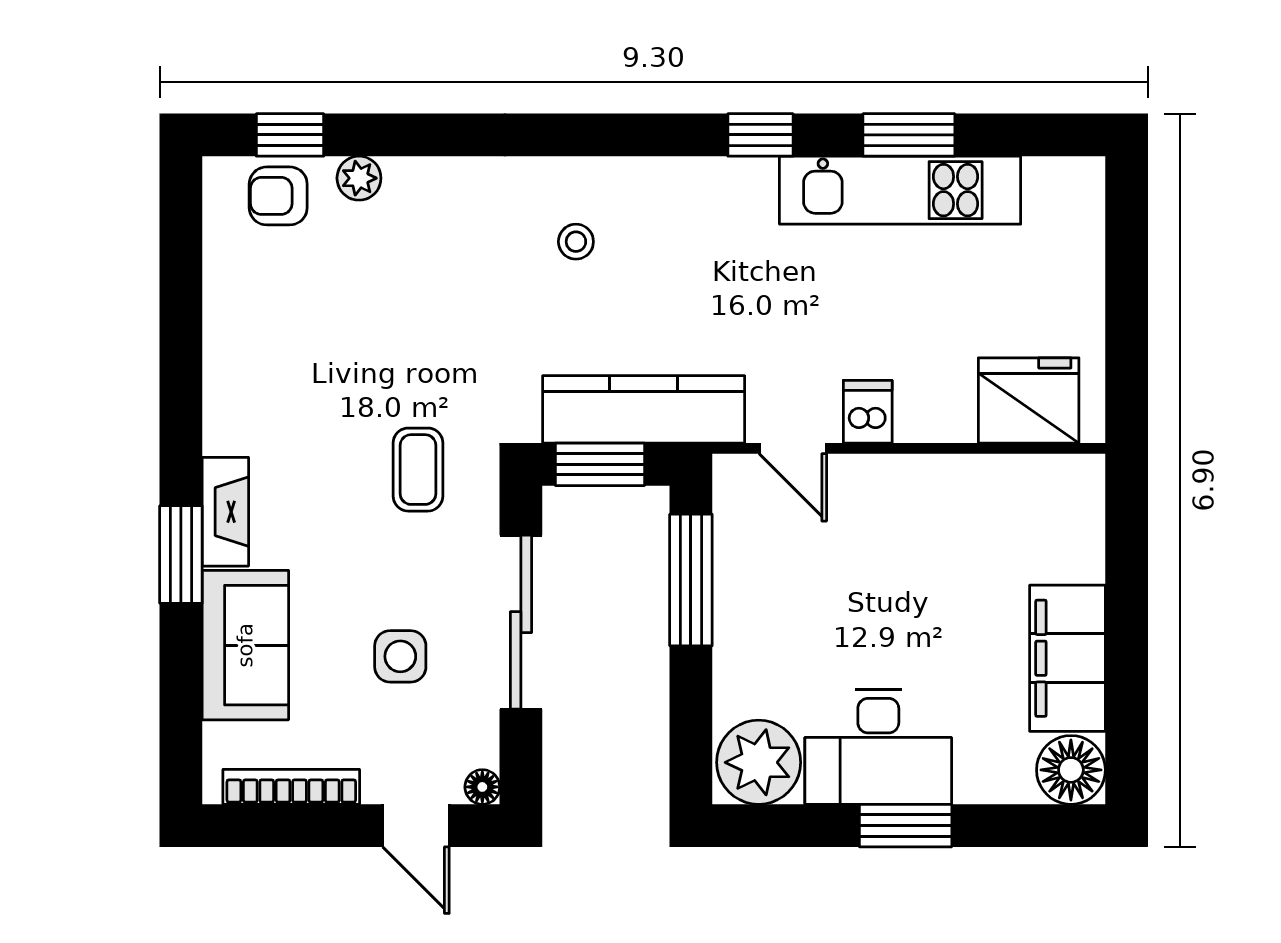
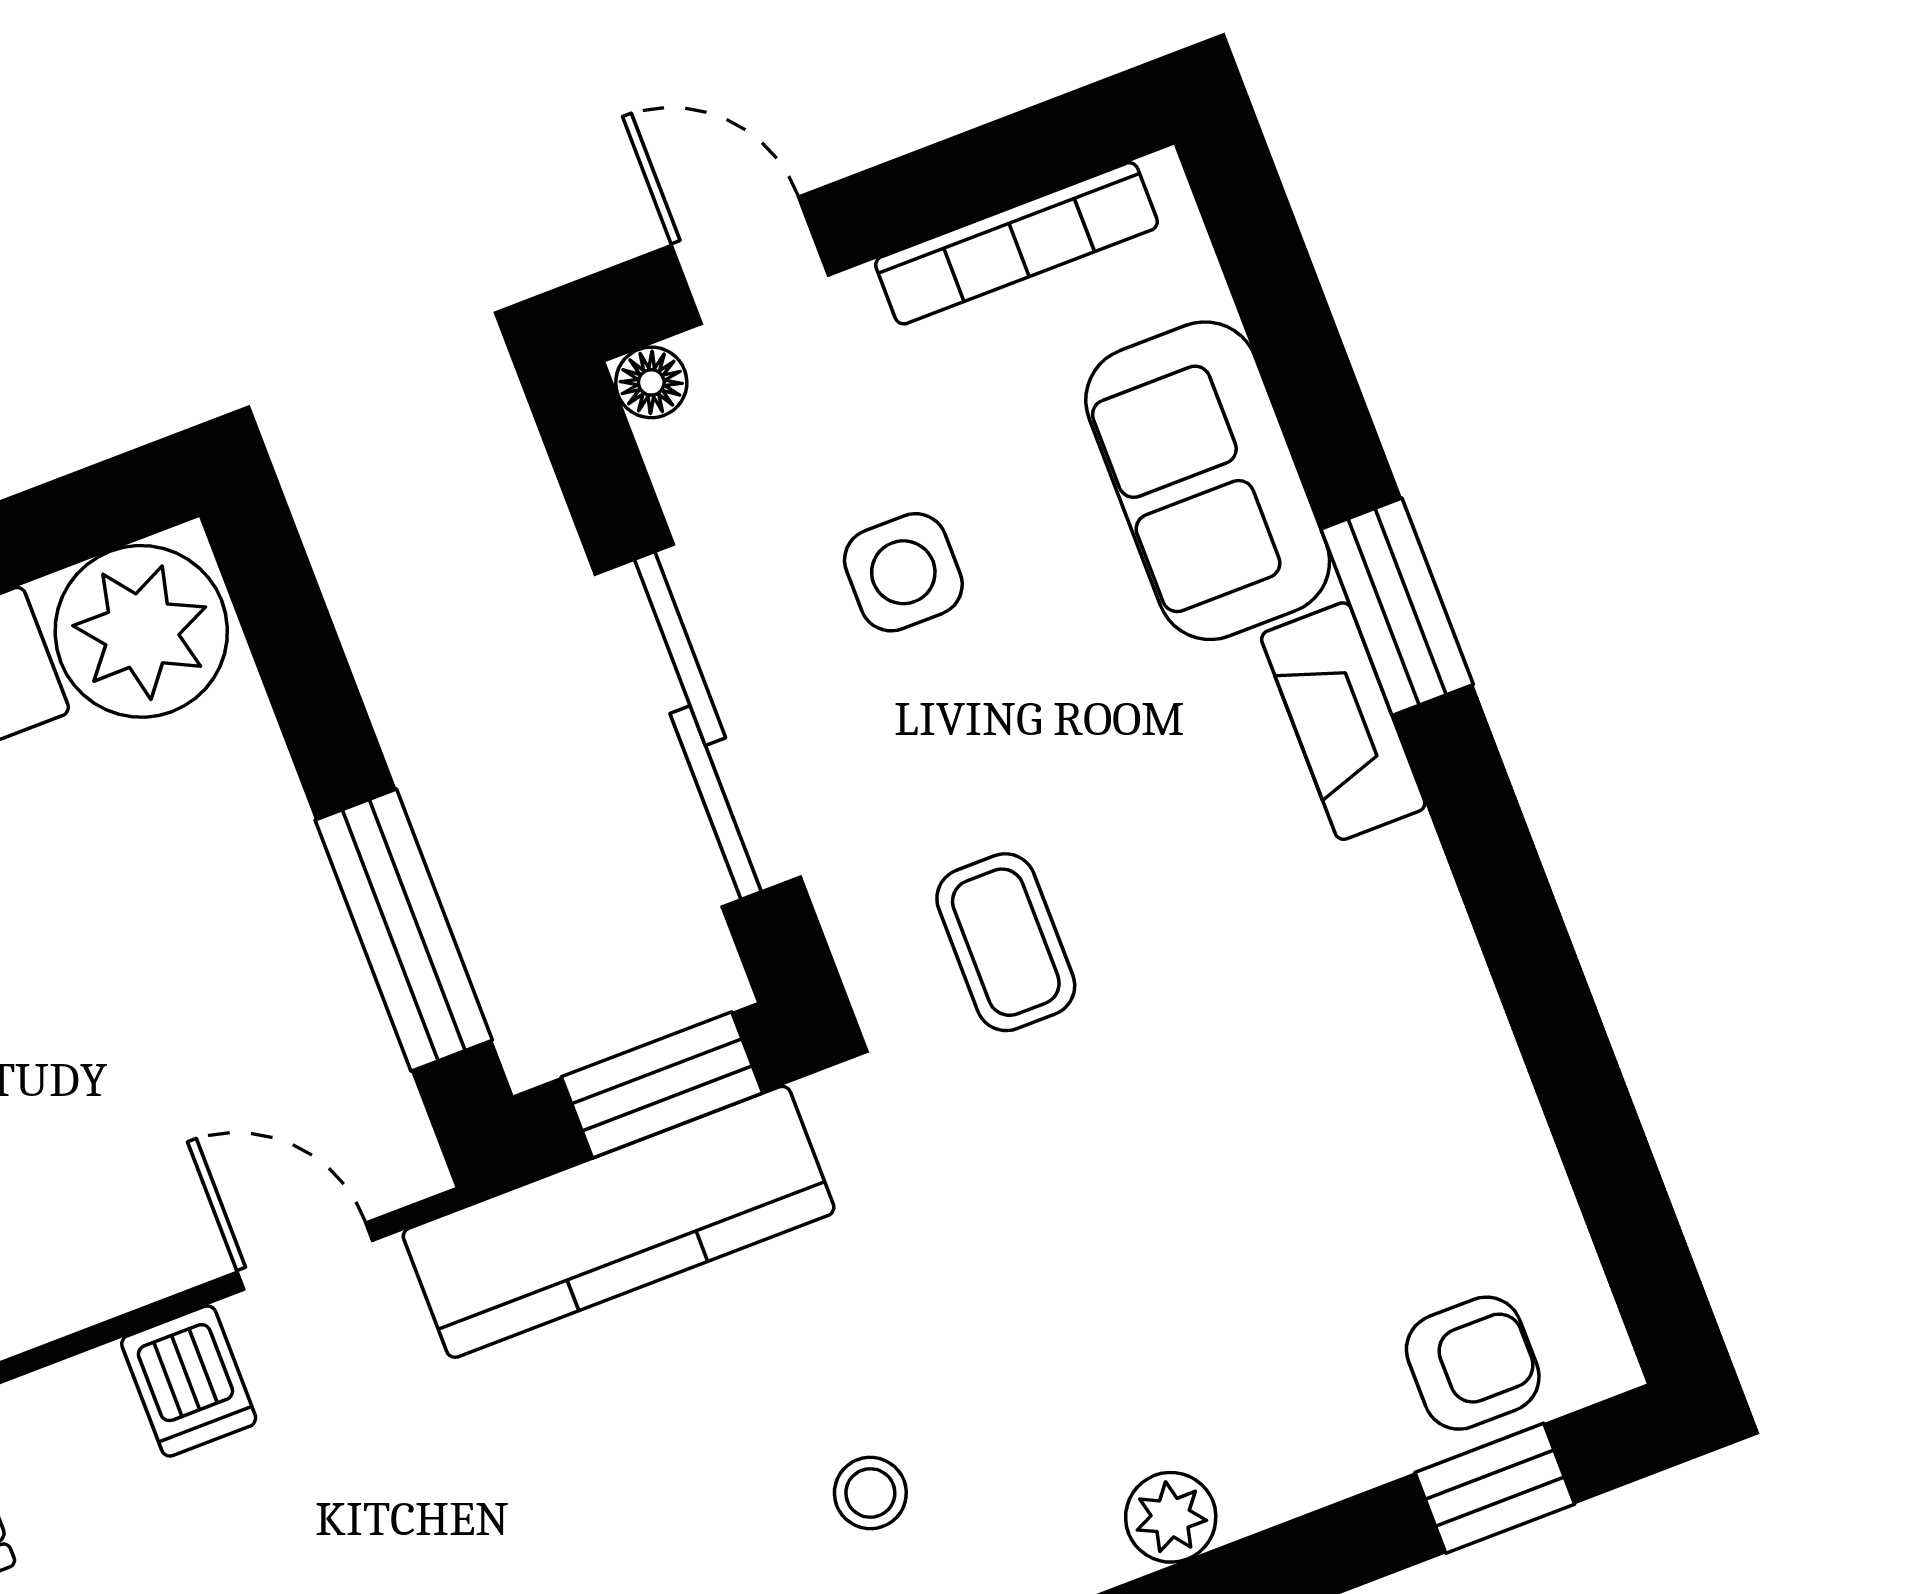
plant: (359, 178) -> (1171, 1517), moved

